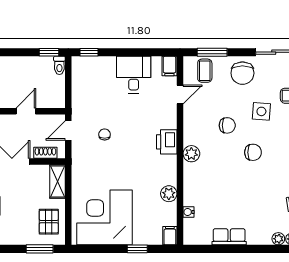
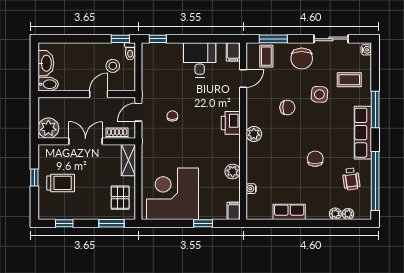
stool: (41, 81) -> (113, 66), added
chair: (253, 152) -> (315, 159), moved, turned -90

